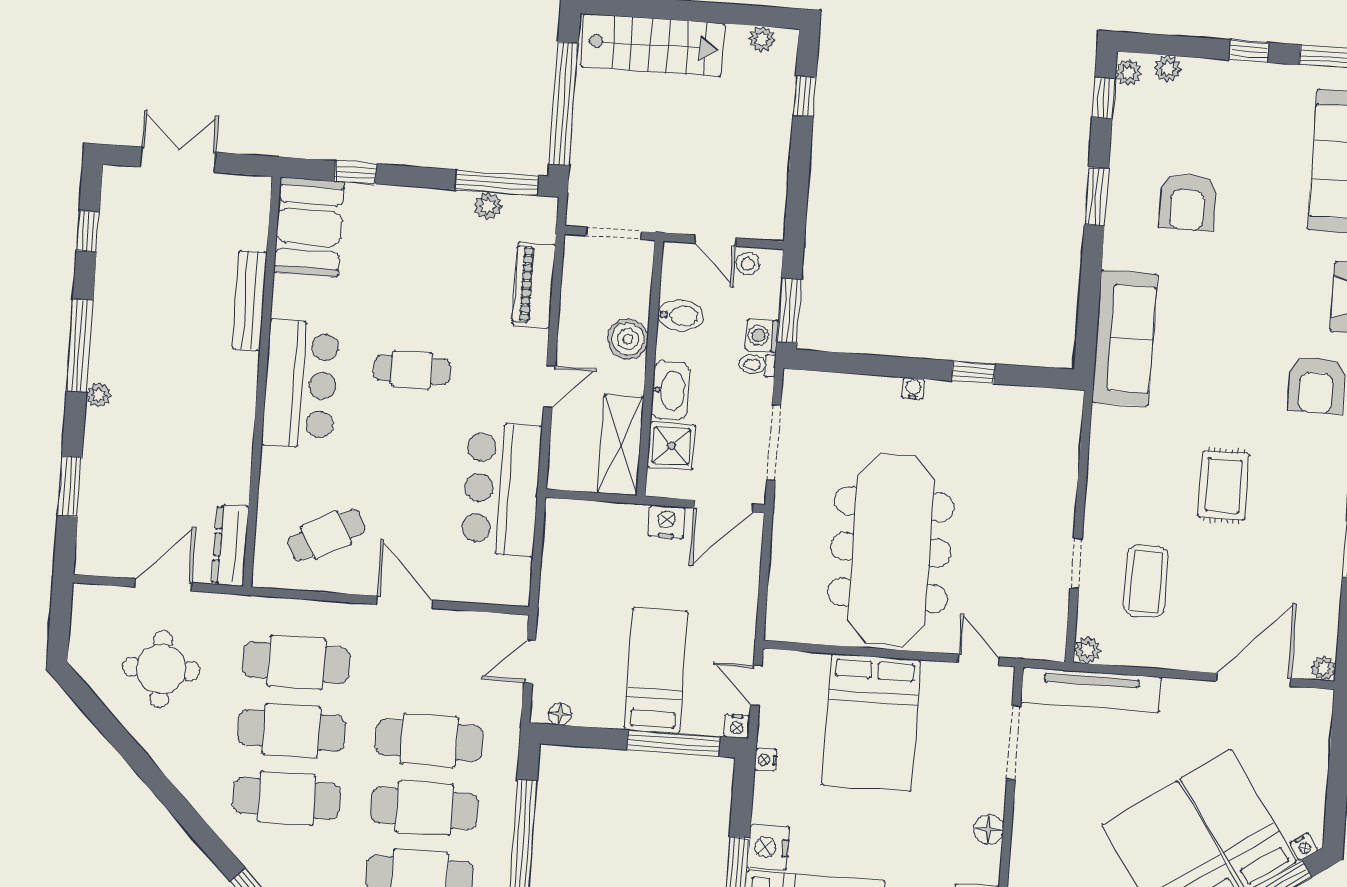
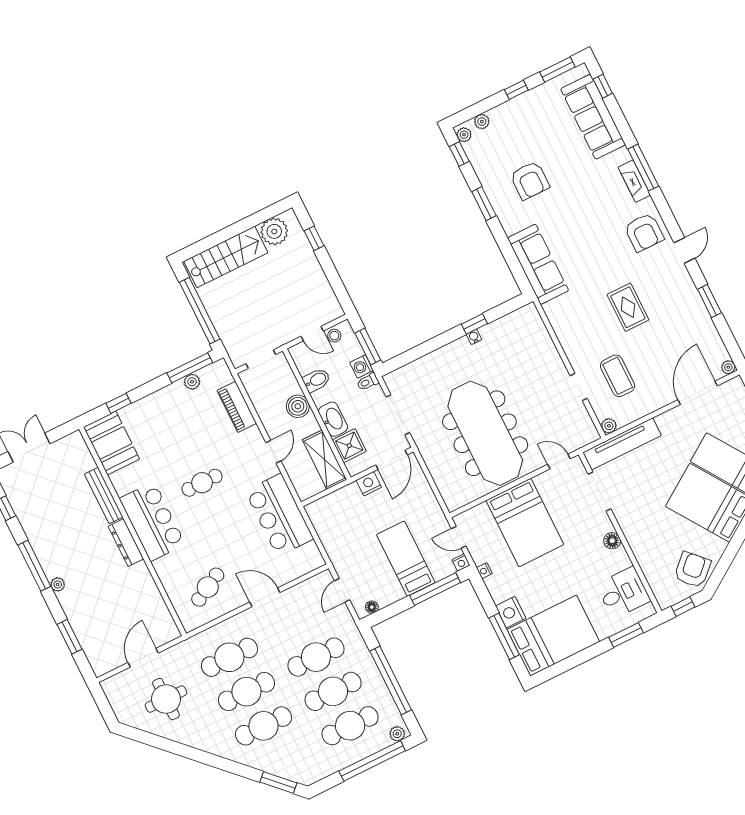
plant: (762, 39) -> (274, 231), width x1.88, depth x1.88
water cooler: (913, 388) -> (474, 337), moved
dresser: (230, 545) -> (126, 542), moved

